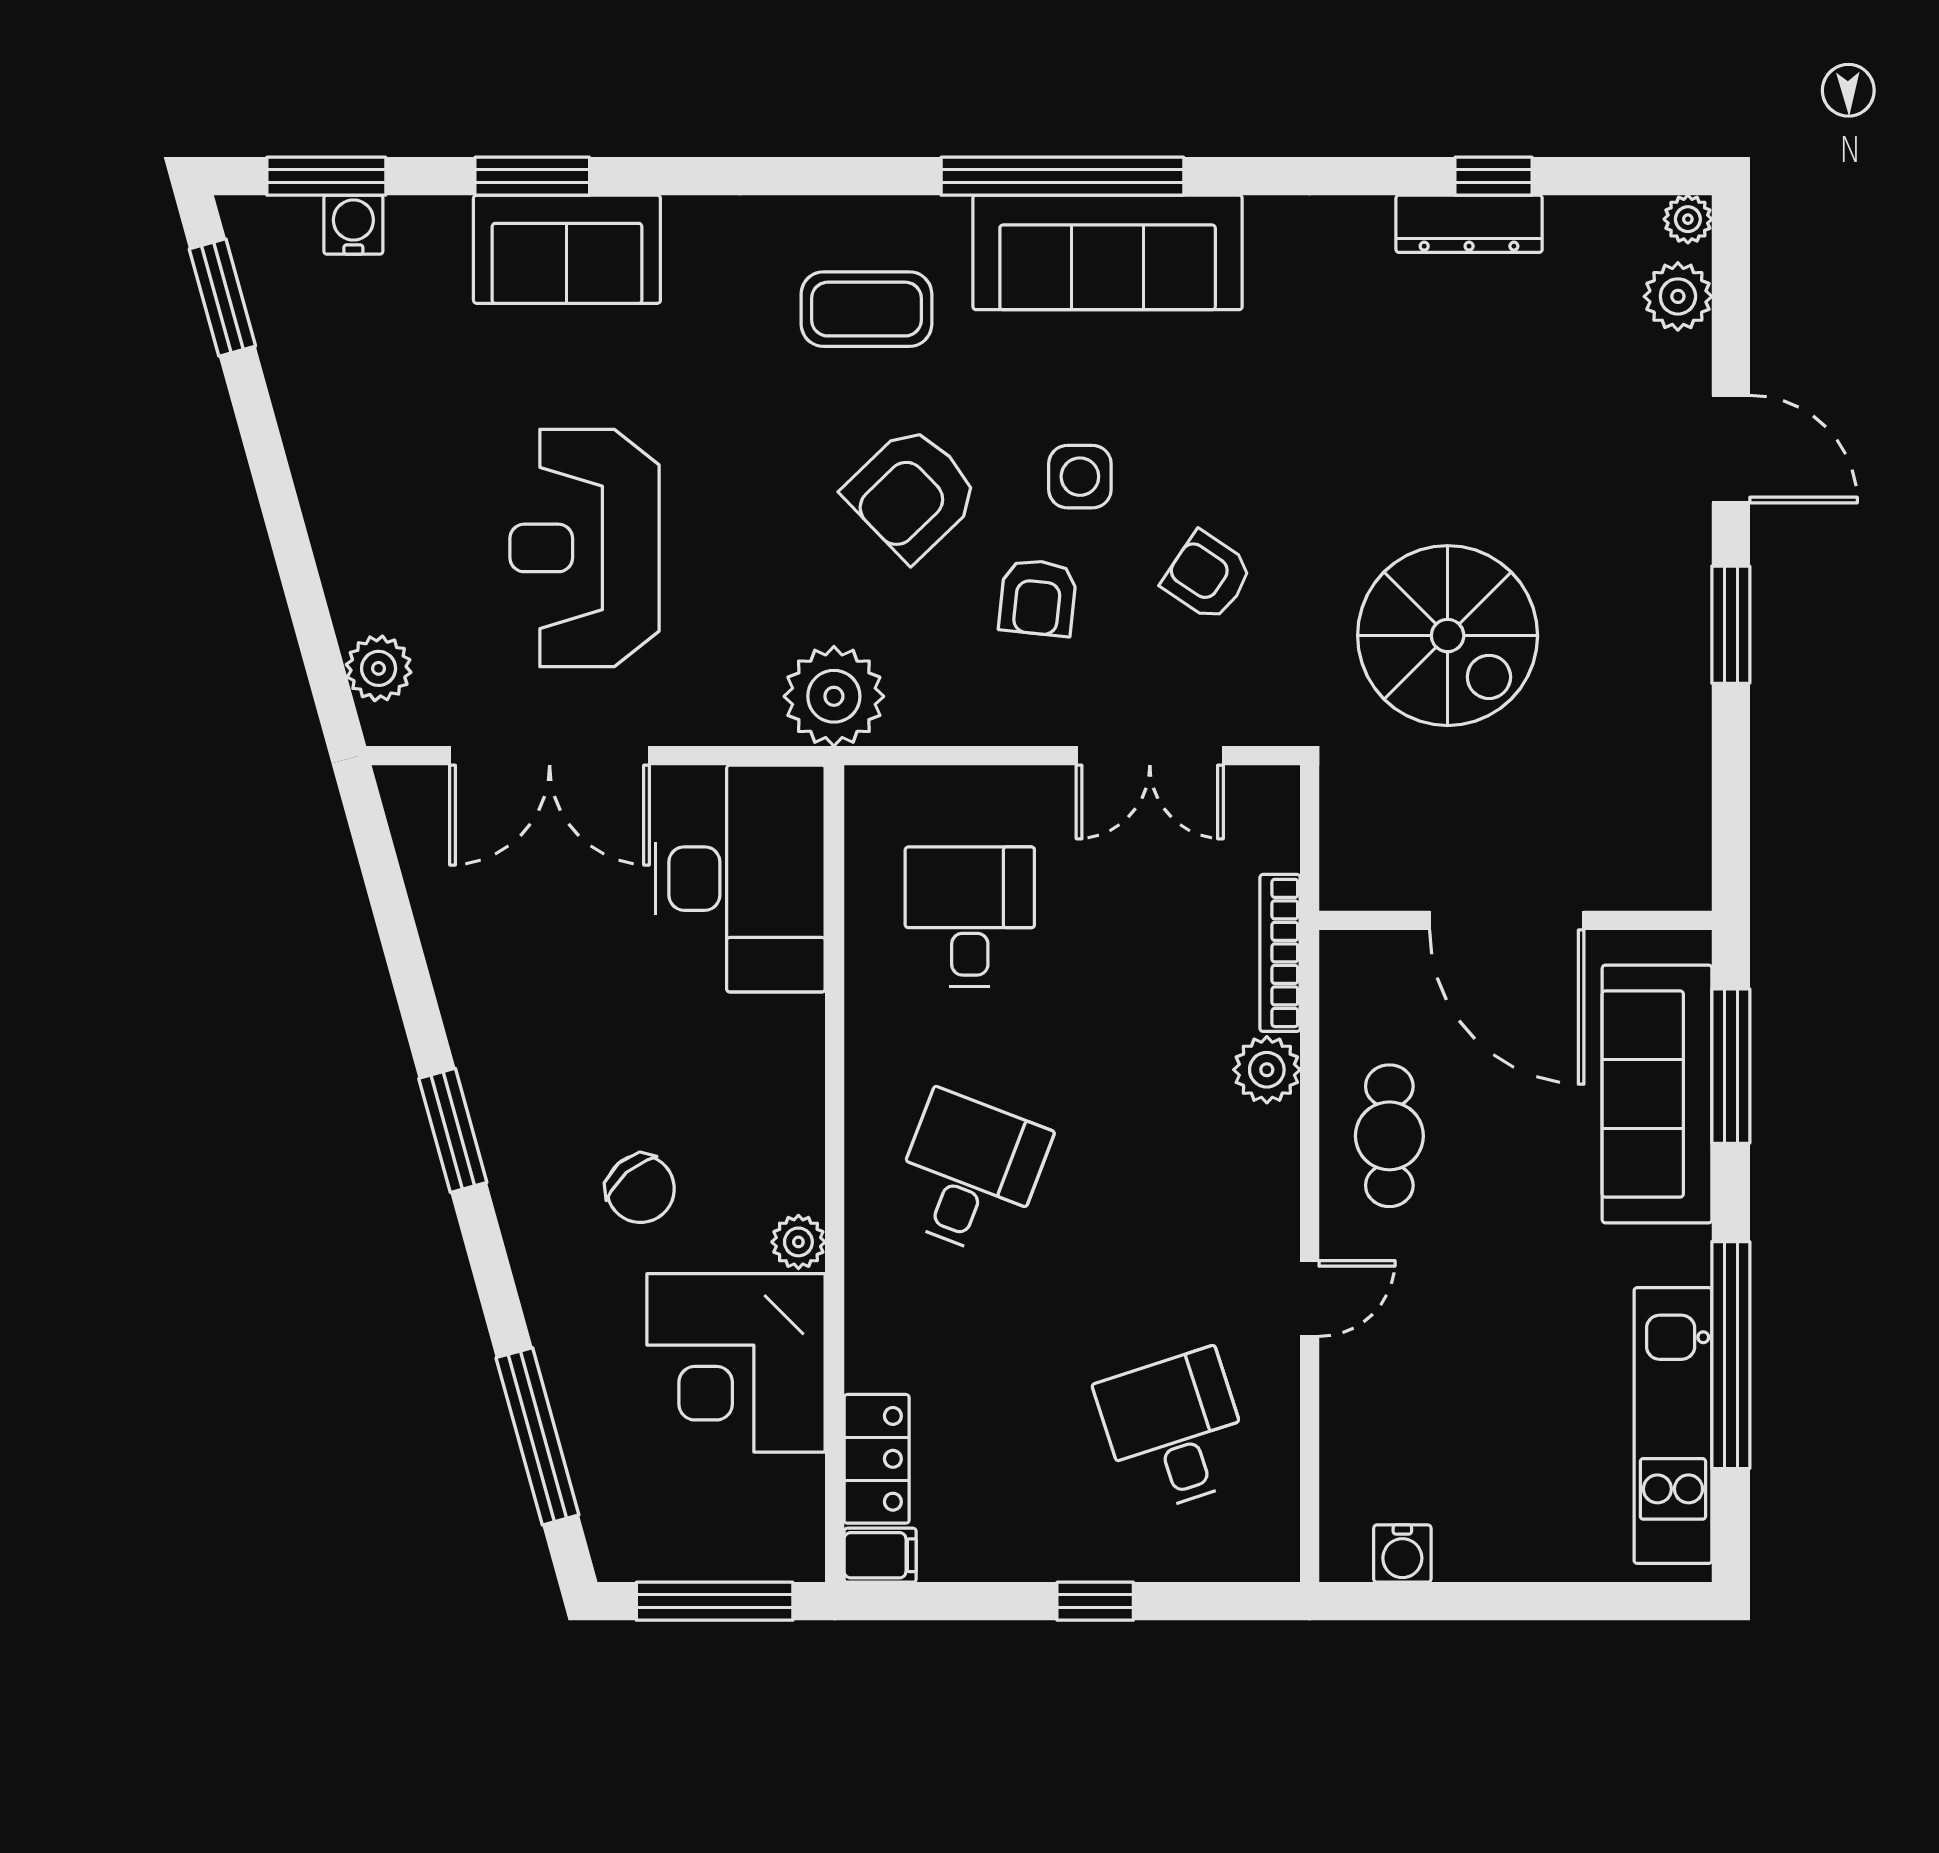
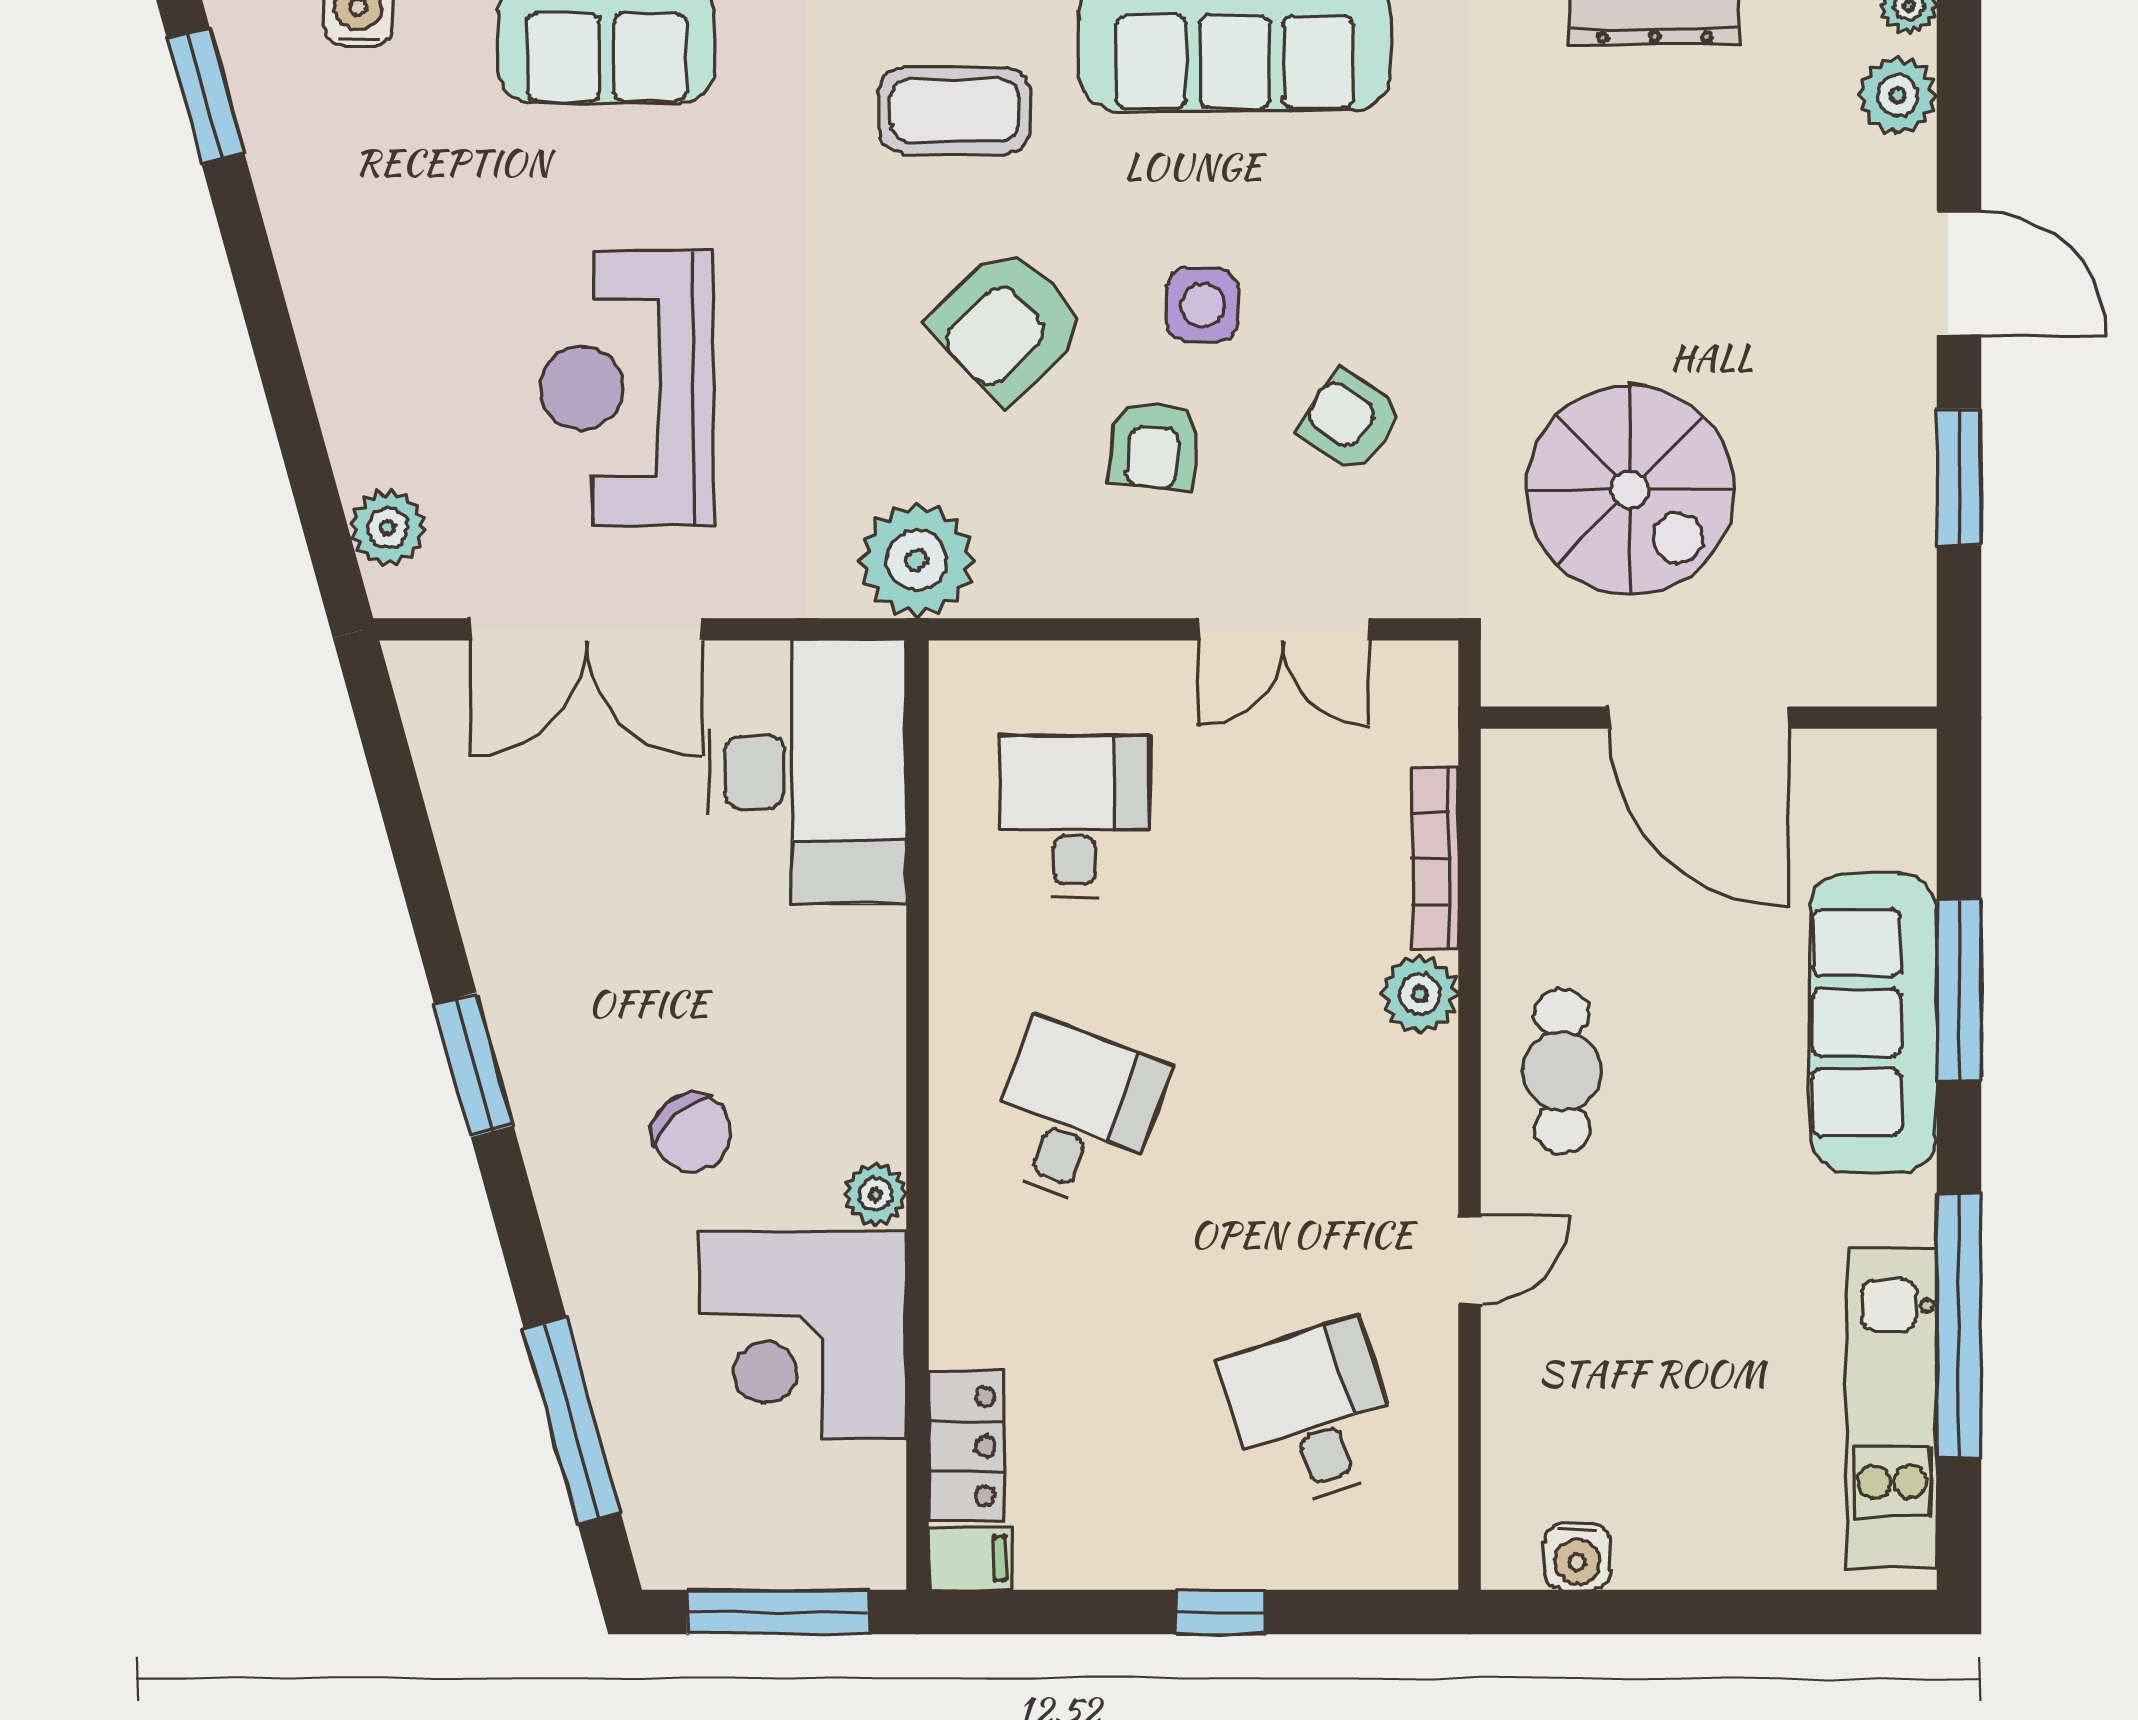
door: (1507, 920) -> (1699, 718), moved
wall: (1515, 920) -> (1709, 718), moved

